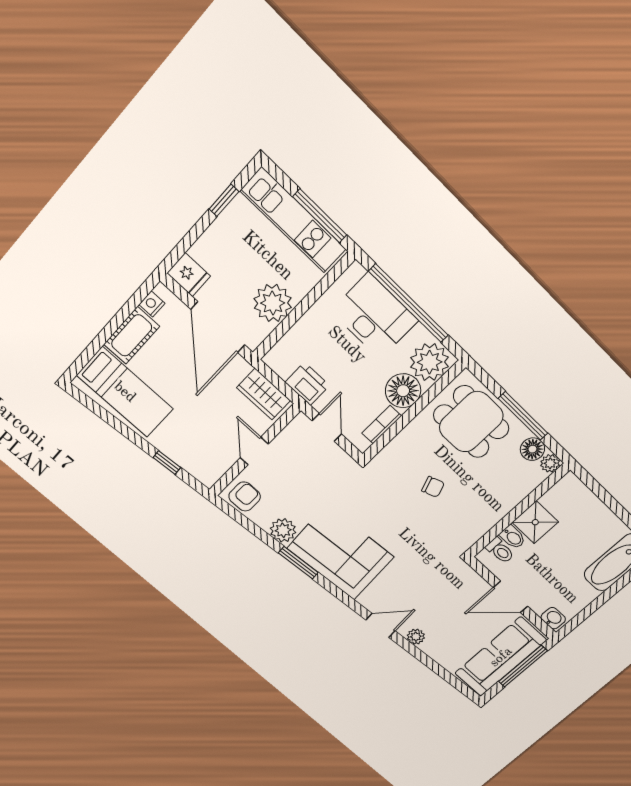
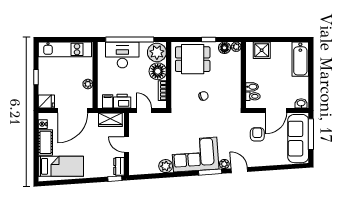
window: (224, 200) -> (36, 77), moved
window: (320, 216) -> (72, 39), removed
plant: (273, 303) -> (88, 84), width x0.53, depth x0.53
door: (218, 327) -> (73, 111), hinge flipped
filing cabinet: (285, 364) -> (108, 101), added
window: (523, 416) -> (209, 39), width x0.46
window: (167, 463) -> (115, 179), moved
dresser: (214, 471) -> (119, 166), added
armchair: (245, 496) -> (257, 134), moved
shower: (535, 522) -> (262, 50), moved
window: (298, 563) -> (210, 172), moved
door: (380, 625) -> (239, 170), hinge flipped
plant: (416, 637) -> (224, 164), moved

